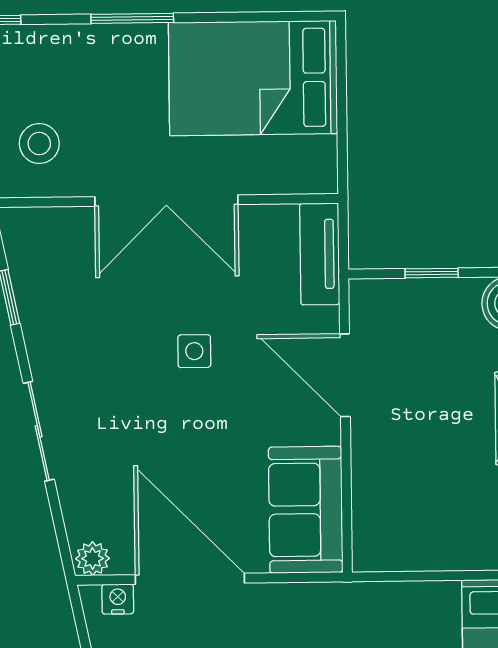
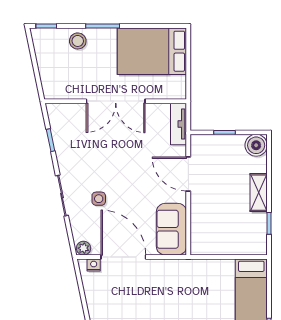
stool: (39, 144) -> (78, 41), moved
side table: (194, 351) -> (99, 199), moved

